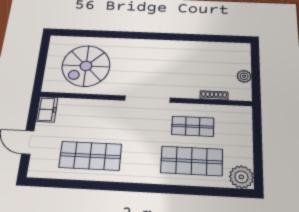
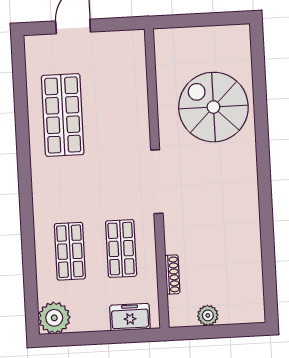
spiral stairs: (86, 66) -> (213, 107), moved
freezer: (47, 109) -> (130, 317), moved, turned 180
shop shelf: (192, 161) -> (70, 251), width x0.70, depth x0.74

